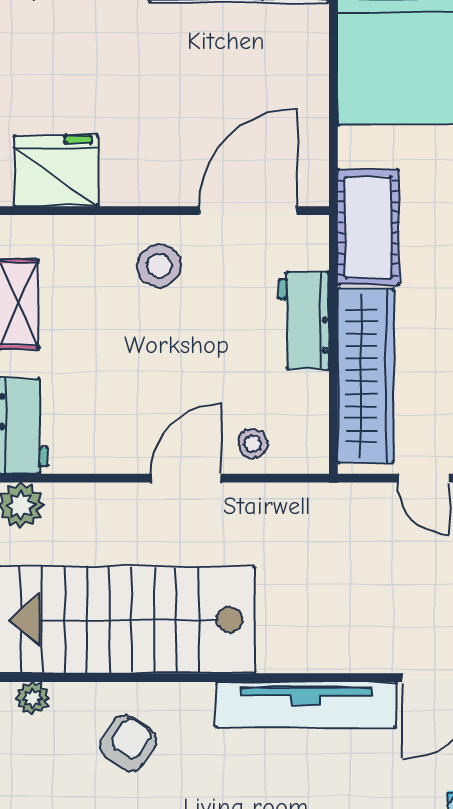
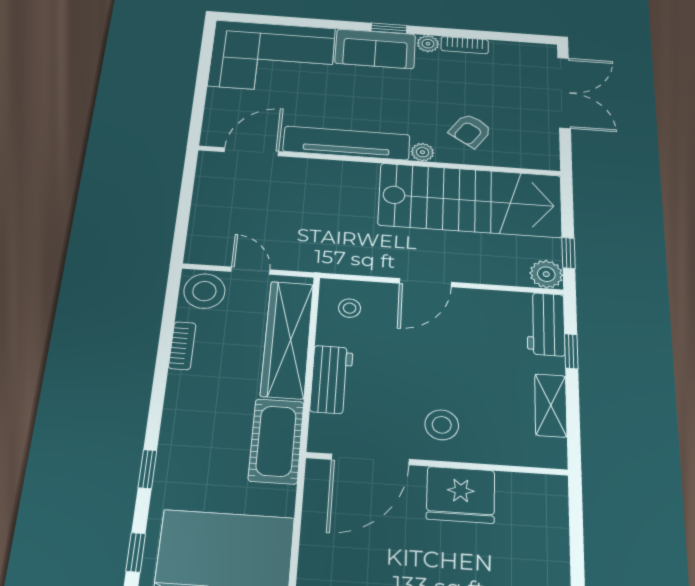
fridge: (56, 171) -> (461, 495), moved
stool: (253, 444) -> (350, 308), moved
plant: (33, 698) -> (423, 152), moved

